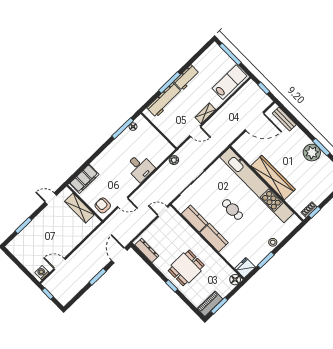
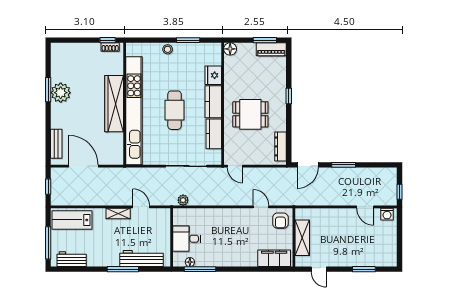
workbench: (187, 78) -> (72, 259), moved
desk: (140, 167) -> (187, 239), moved, turned -90
cafe table: (232, 210) -> (175, 110), width x1.37, depth x1.35
dining table: (186, 268) -> (250, 114), moved
fridge: (245, 268) -> (213, 75), moved, turned 90

